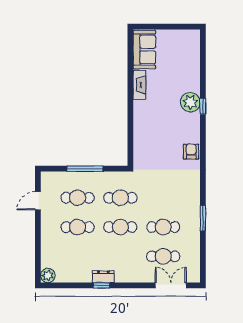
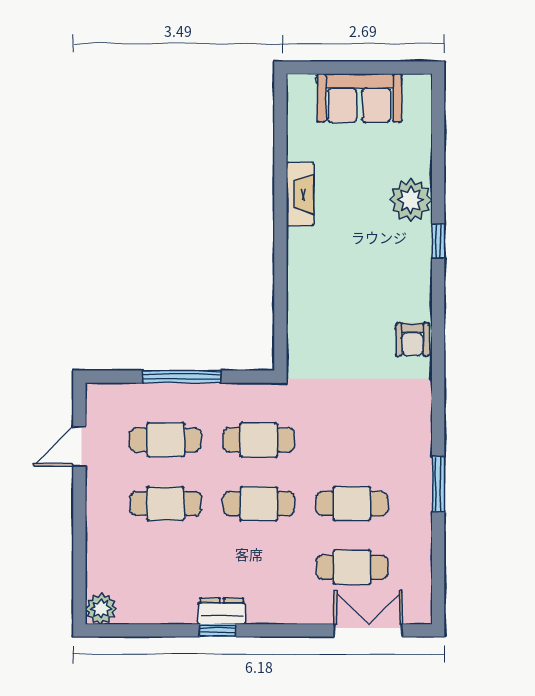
sofa: (144, 50) -> (359, 98), moved, turned 90
plant: (190, 102) -> (411, 200), moved
armchair: (191, 152) -> (413, 339), turned 180

